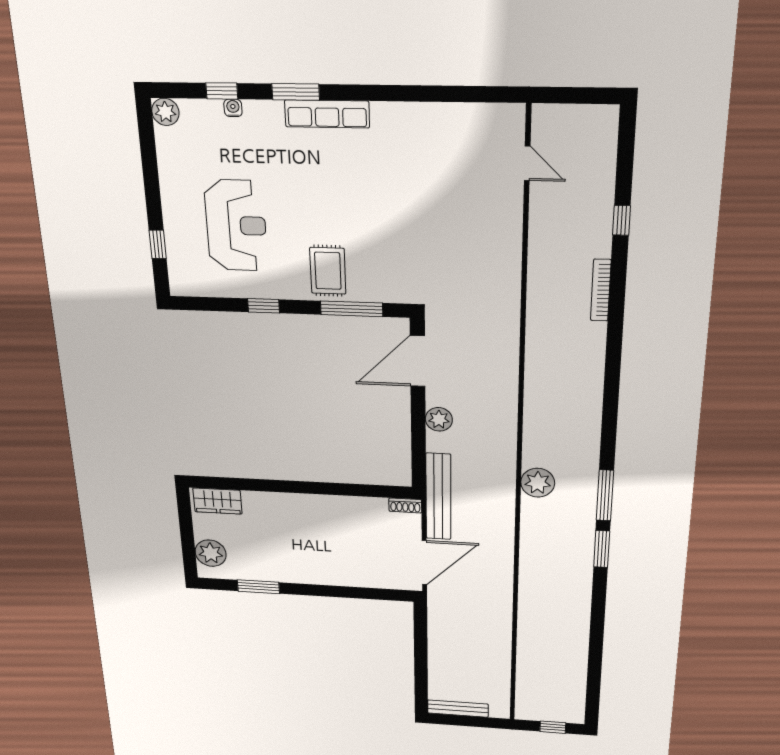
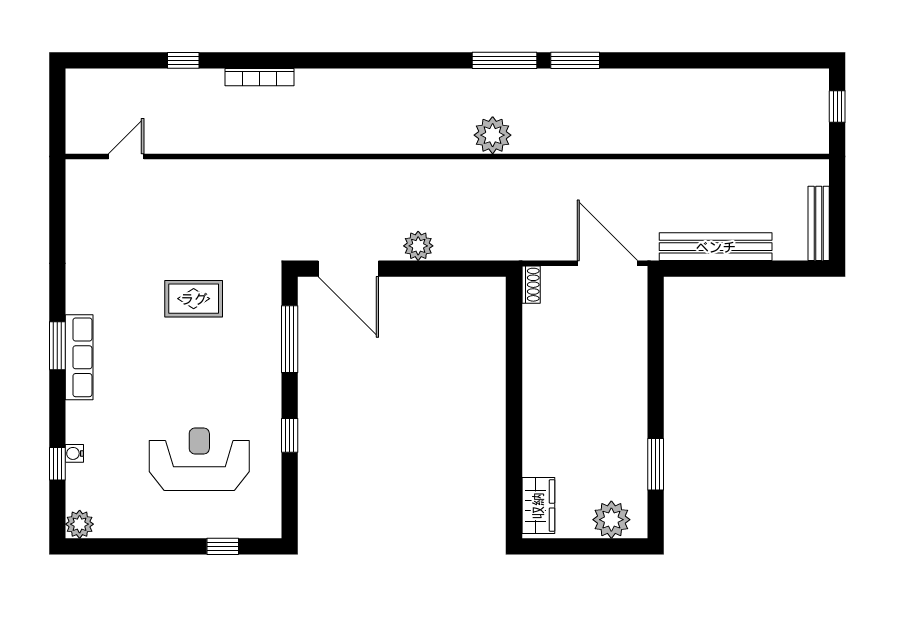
window: (296, 92) -> (57, 346), moved
rug: (328, 271) -> (194, 299), moved
bench: (438, 497) -> (716, 247), moved

